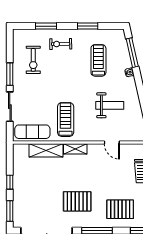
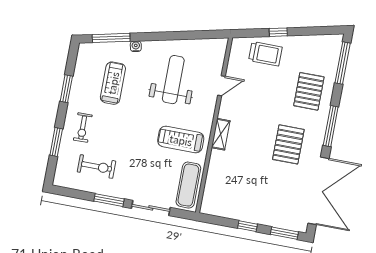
treadmill: (98, 60) -> (113, 83), turned 90
weight bench: (110, 105) -> (173, 80), width x1.36, depth x1.33
shelving: (46, 150) -> (216, 172), removed

